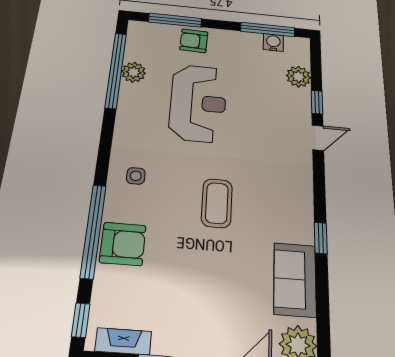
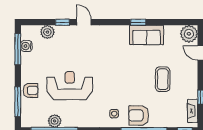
armchair: (194, 41) -> (31, 90), turned -92
coffee table: (217, 203) -> (163, 79), moved, turned 90
armchair: (123, 244) -> (139, 115), moved, turned -90
sofa: (295, 279) -> (147, 35), moved

